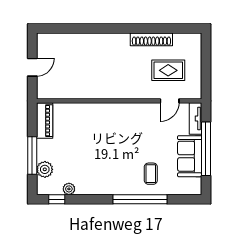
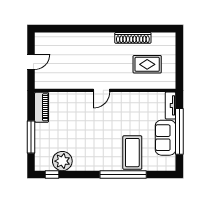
door: (170, 101) -> (102, 90), moved
plant: (45, 169) -> (42, 149), removed
coffee table: (151, 174) -> (132, 153), width x1.86, depth x1.72
plant: (69, 189) -> (62, 161), width x1.87, depth x1.87

